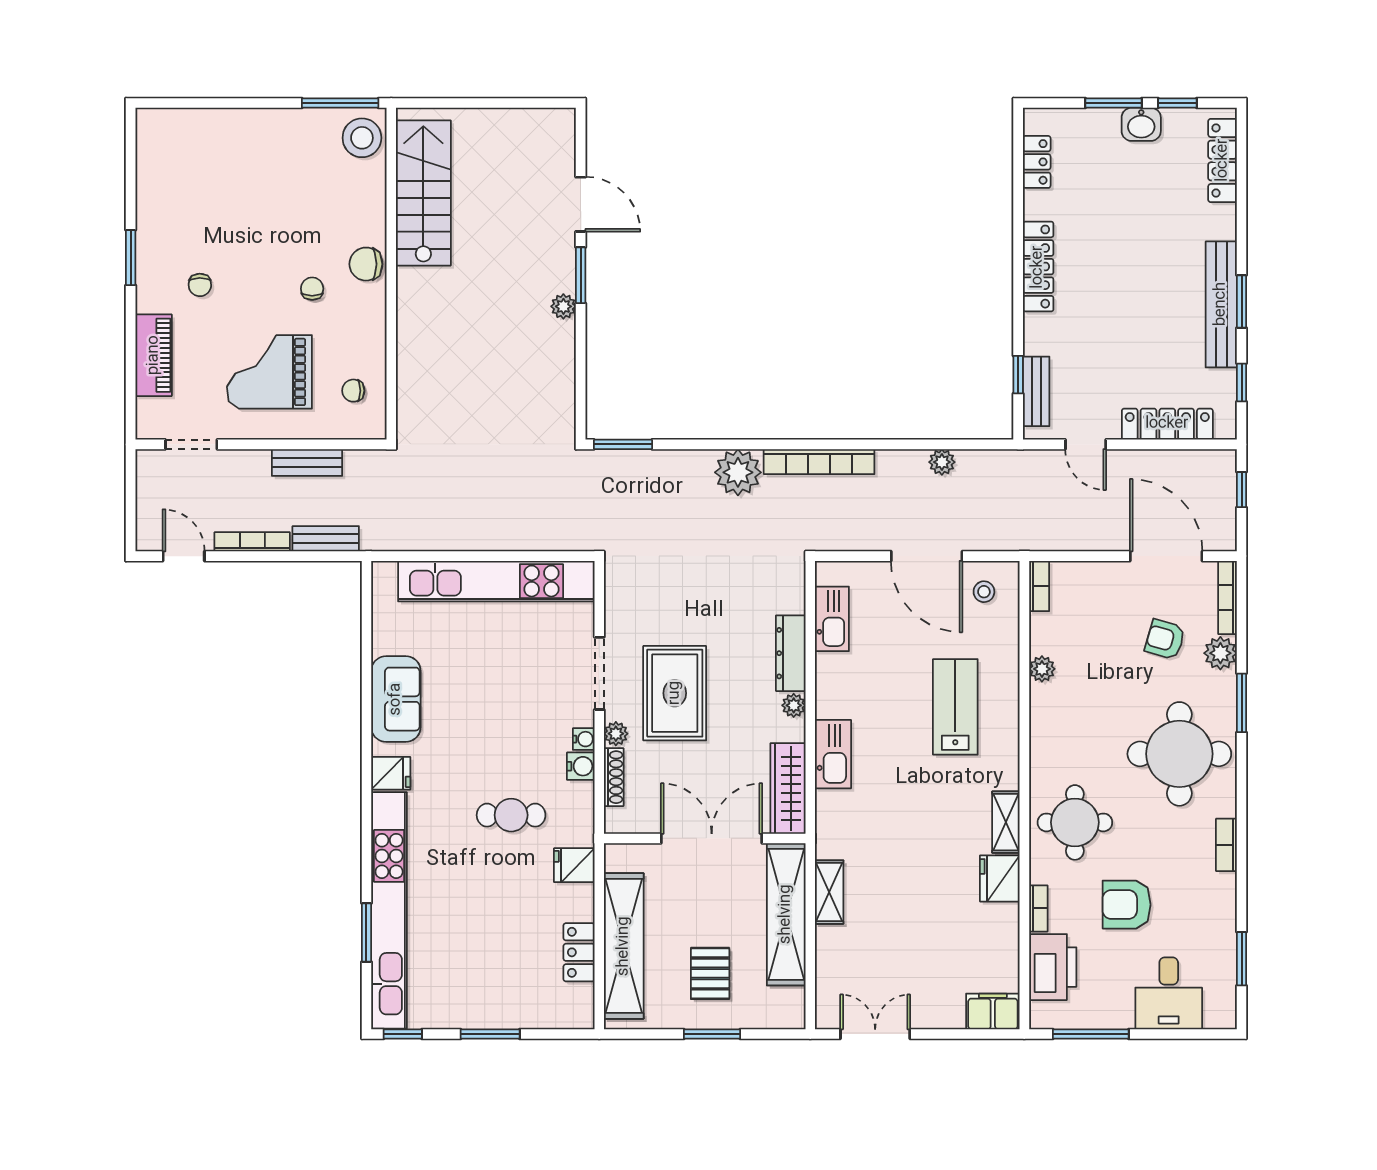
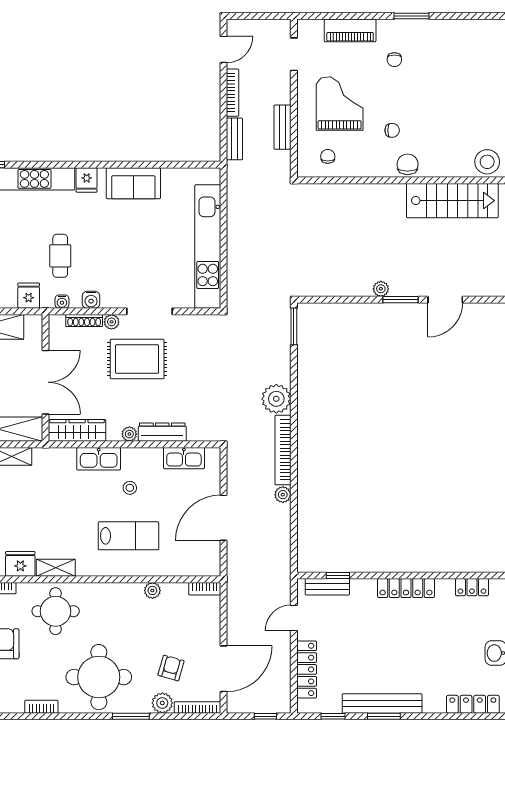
chair: (200, 285) -> (394, 60), turned -89
plant: (942, 462) -> (283, 495), moved
stool: (984, 592) -> (130, 488), moved
water cooler: (584, 739) -> (62, 302), moved

